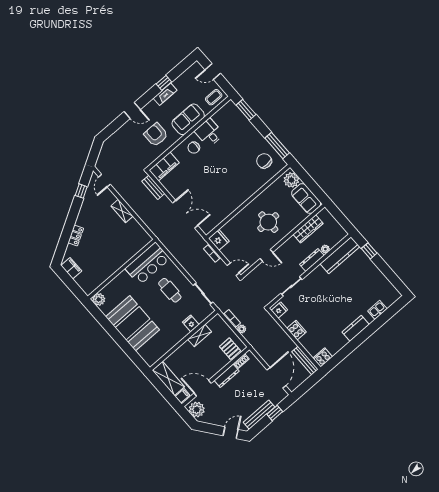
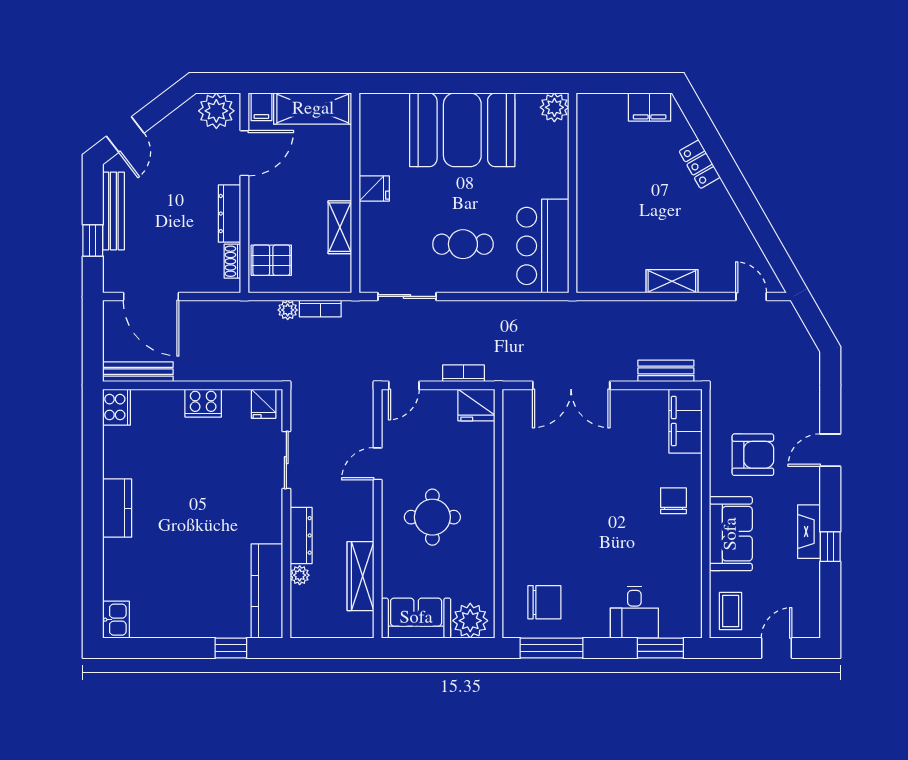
desk: (209, 133) -> (634, 612), moved, turned 90
window: (81, 191) -> (768, 241), removed
kitchen sink: (377, 310) -> (116, 620), moved
fridge: (191, 323) -> (374, 189), moved

